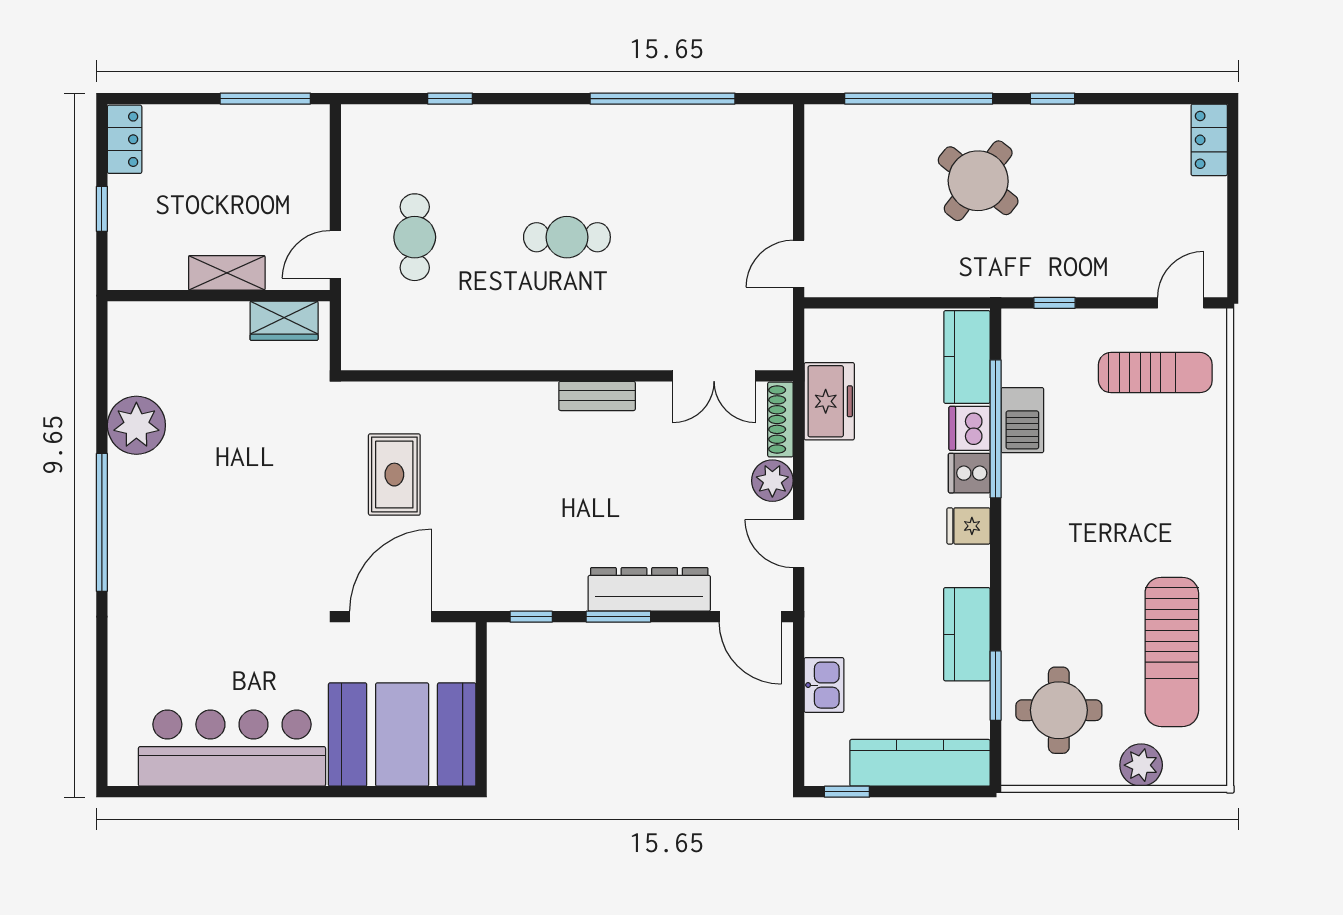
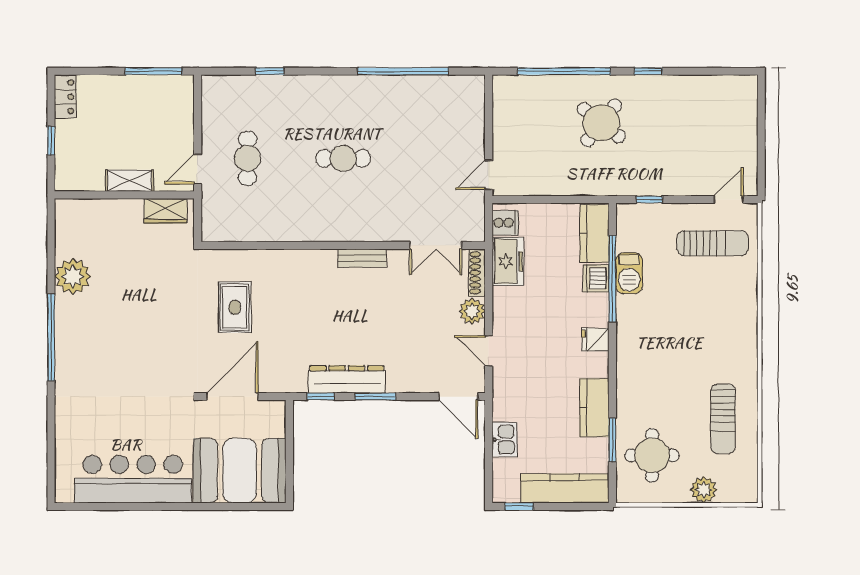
locker: (1209, 140) -> (746, 97), removed
cooker: (969, 473) -> (505, 223), moved, turned 180
dresser: (649, 589) -> (347, 379), moved
sun lounger: (1172, 652) -> (723, 419), width x0.73, depth x0.75

